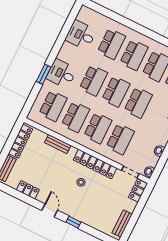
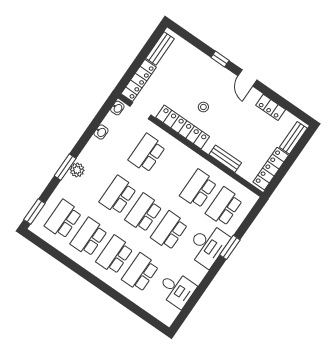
desk: (62, 74) -> (208, 245), width x1.37
school desk: (98, 128) -> (173, 171), removed
locker: (138, 190) -> (139, 80), width x1.53

